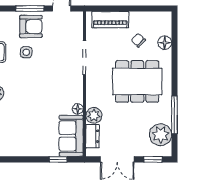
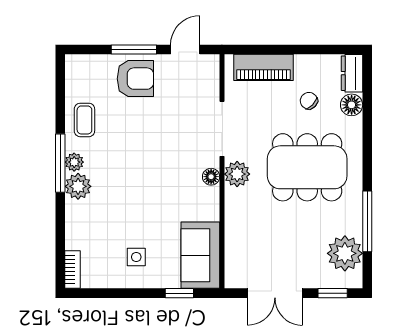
side table: (26, 52) -> (136, 257), moved
floor lamp: (78, 109) -> (211, 177), moved
plant: (94, 115) -> (237, 174), moved
dresser: (92, 136) -> (352, 73), moved, turned 180

